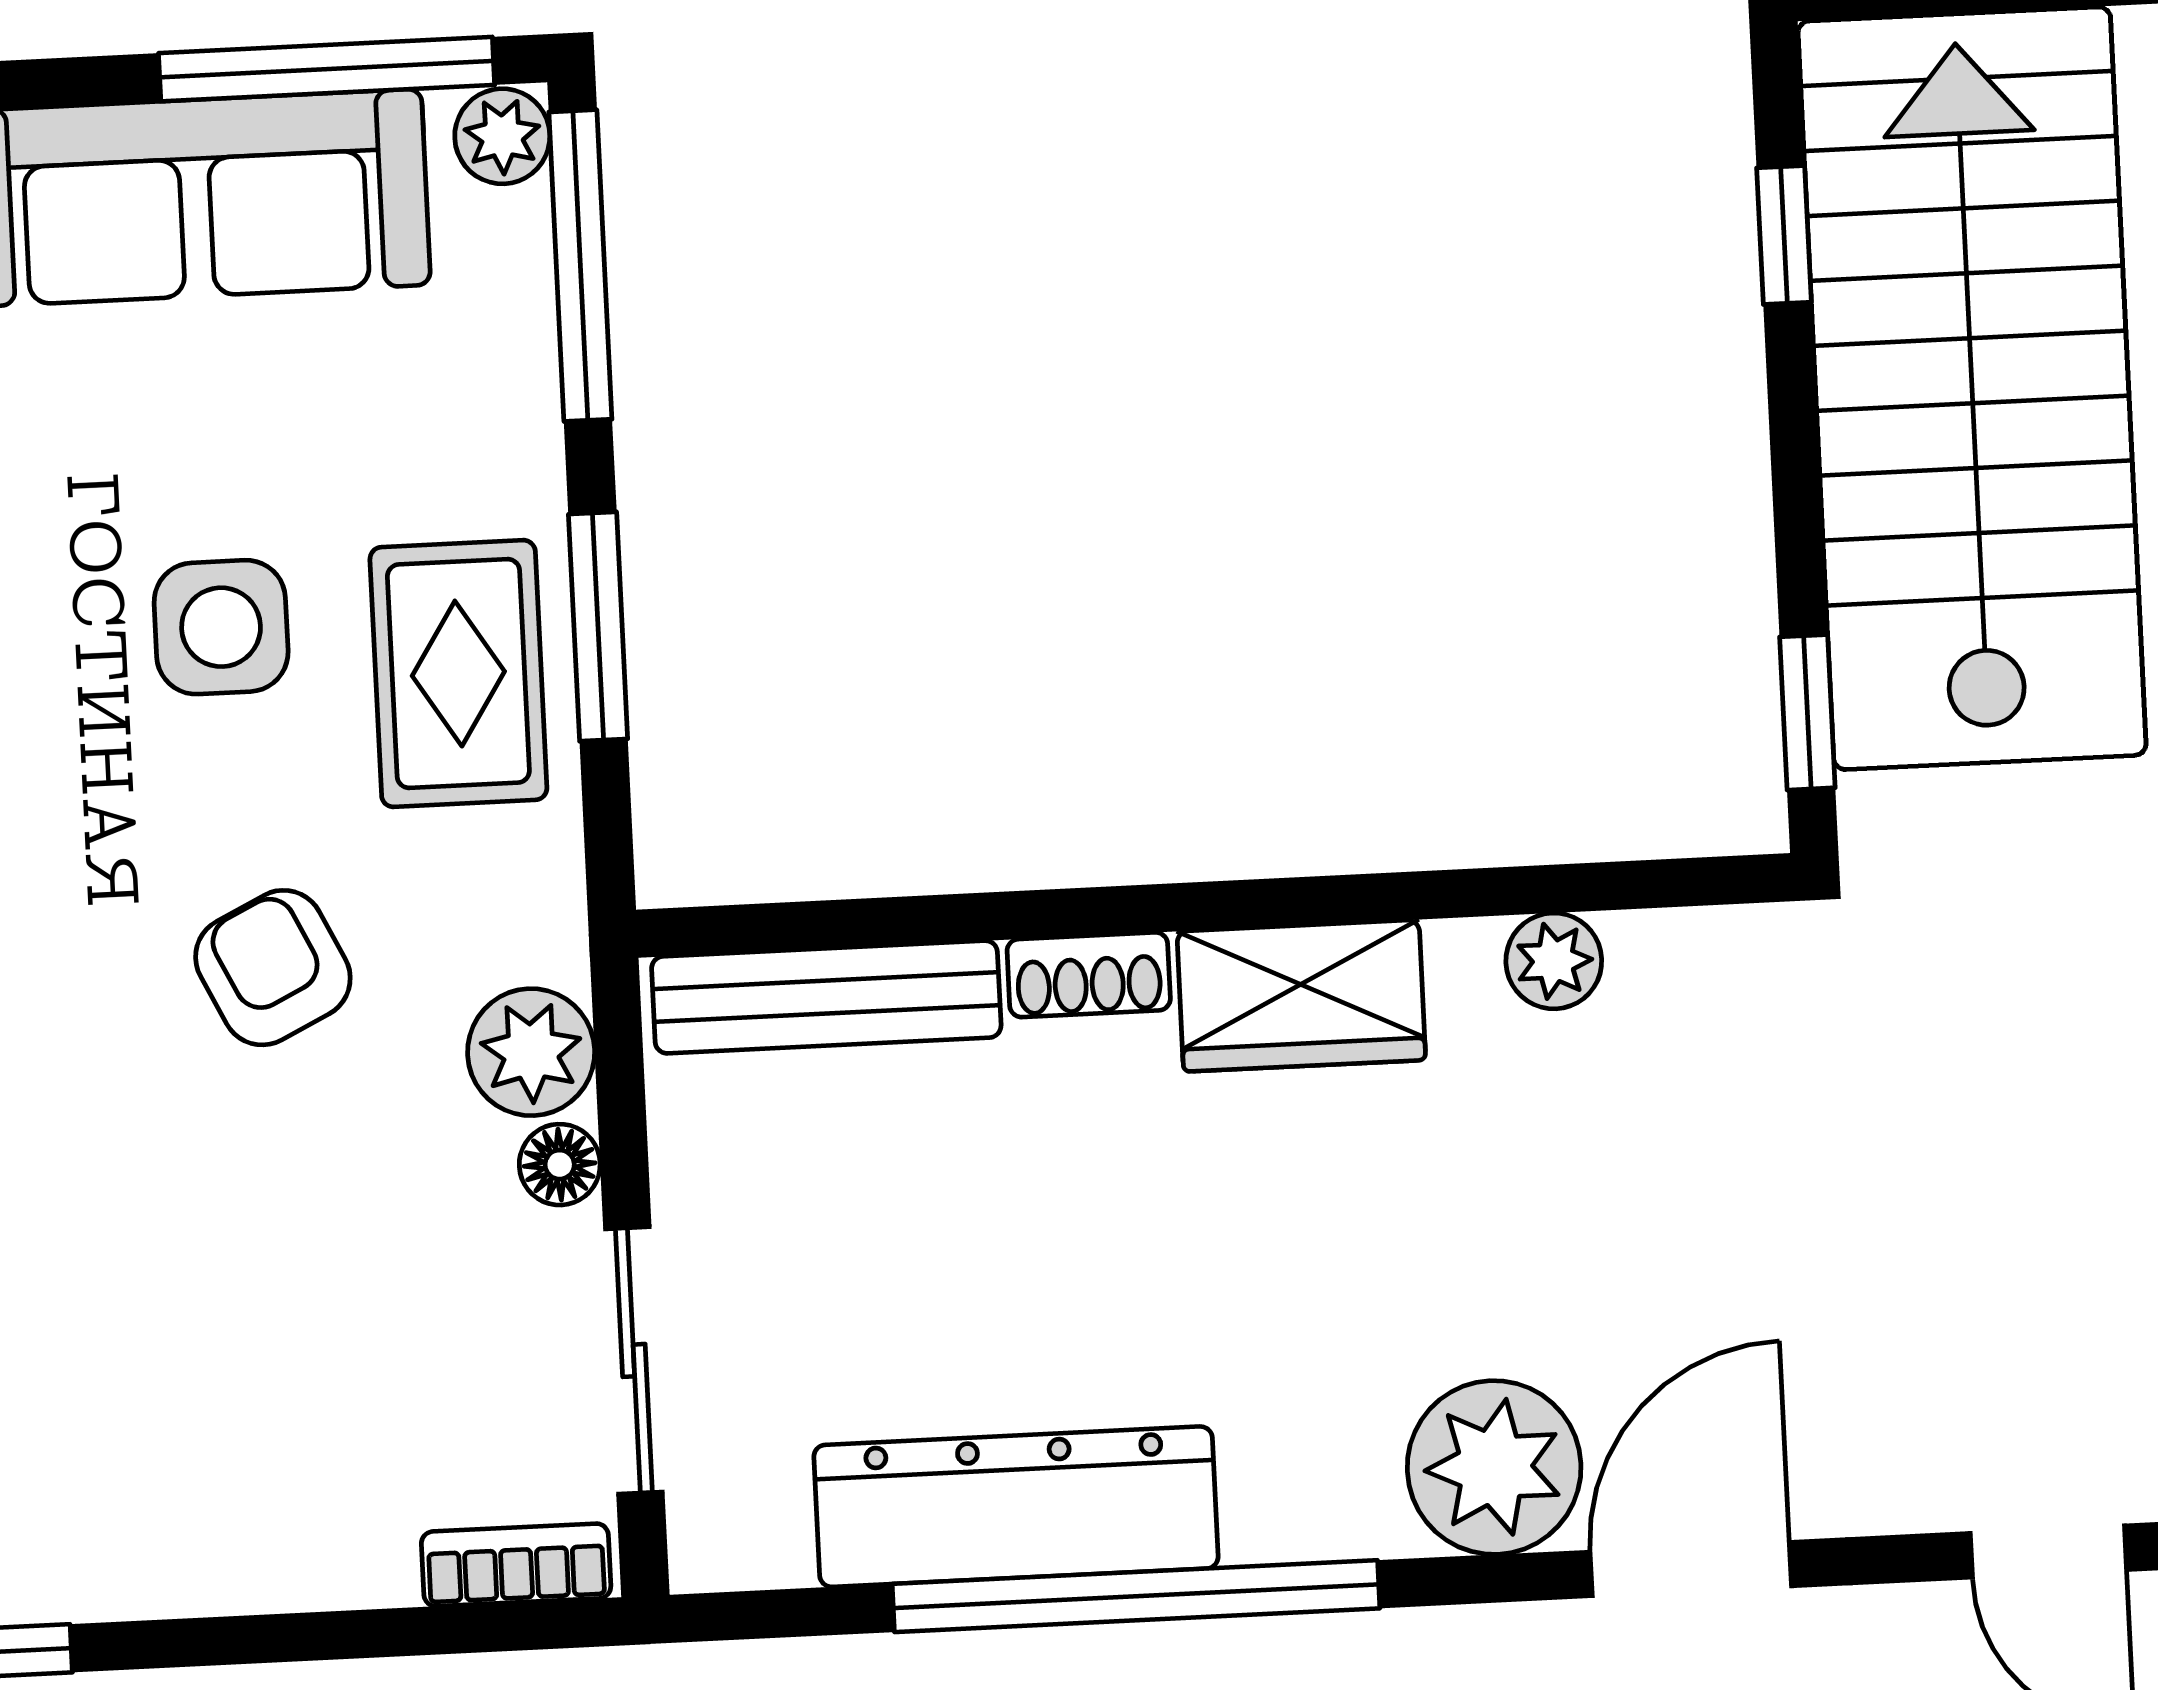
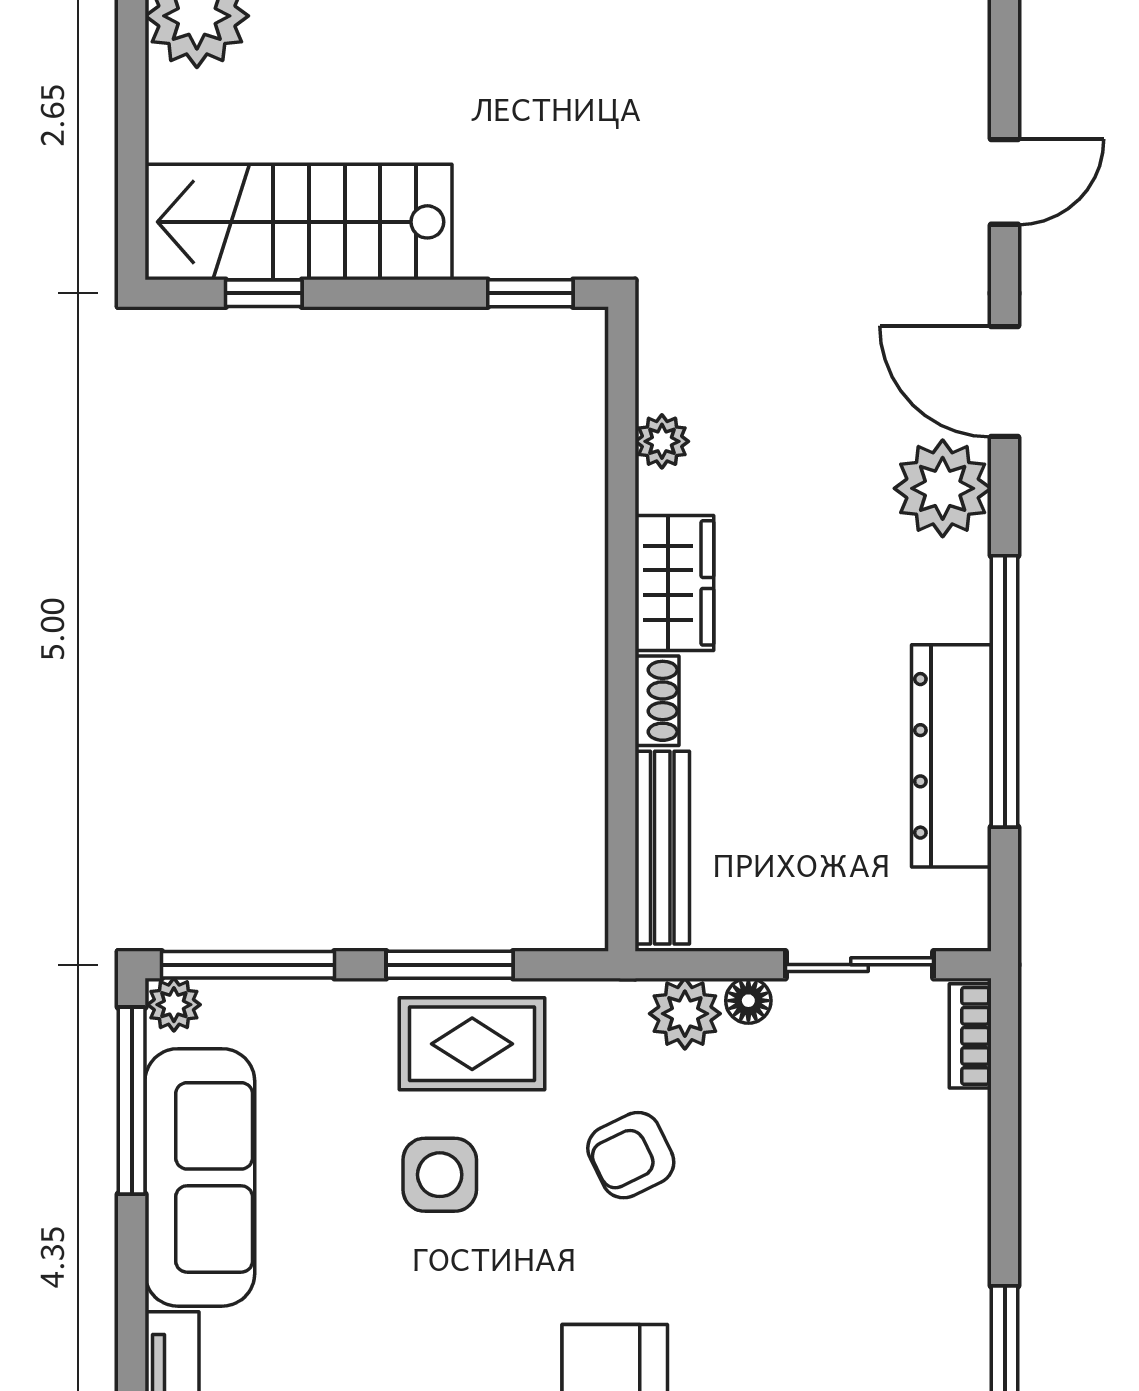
stairs: (1972, 388) -> (298, 222), width x0.73, depth x0.66

